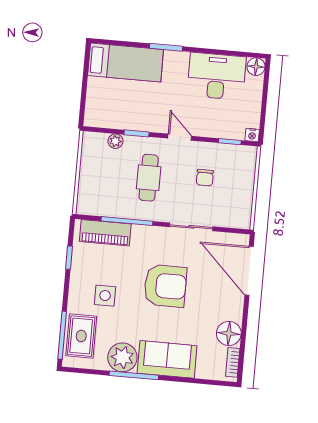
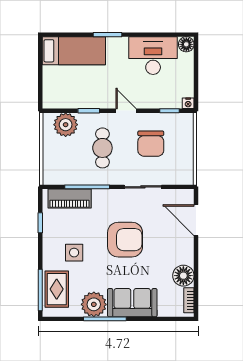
plant: (115, 141) -> (66, 125), width x1.87, depth x1.87
chair: (205, 178) -> (151, 144), width x1.87, depth x1.87
door: (249, 271) -> (196, 220), width x0.73

